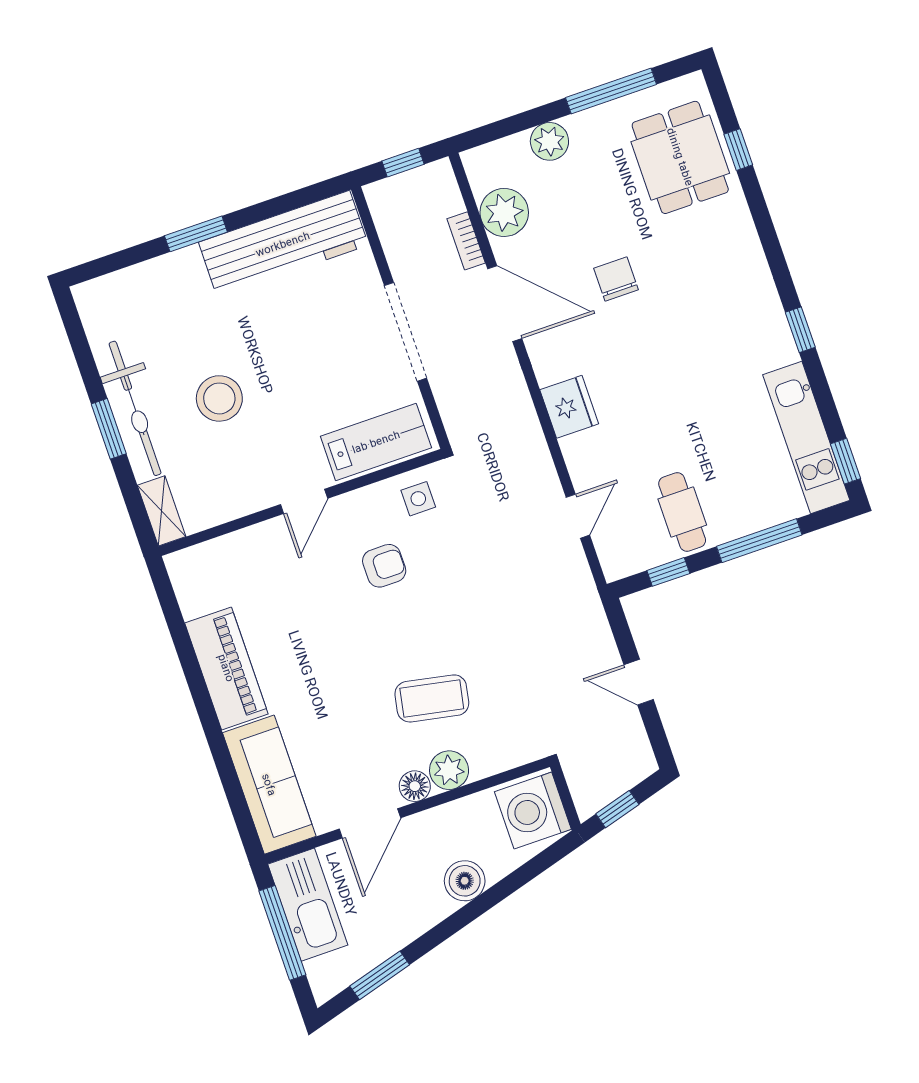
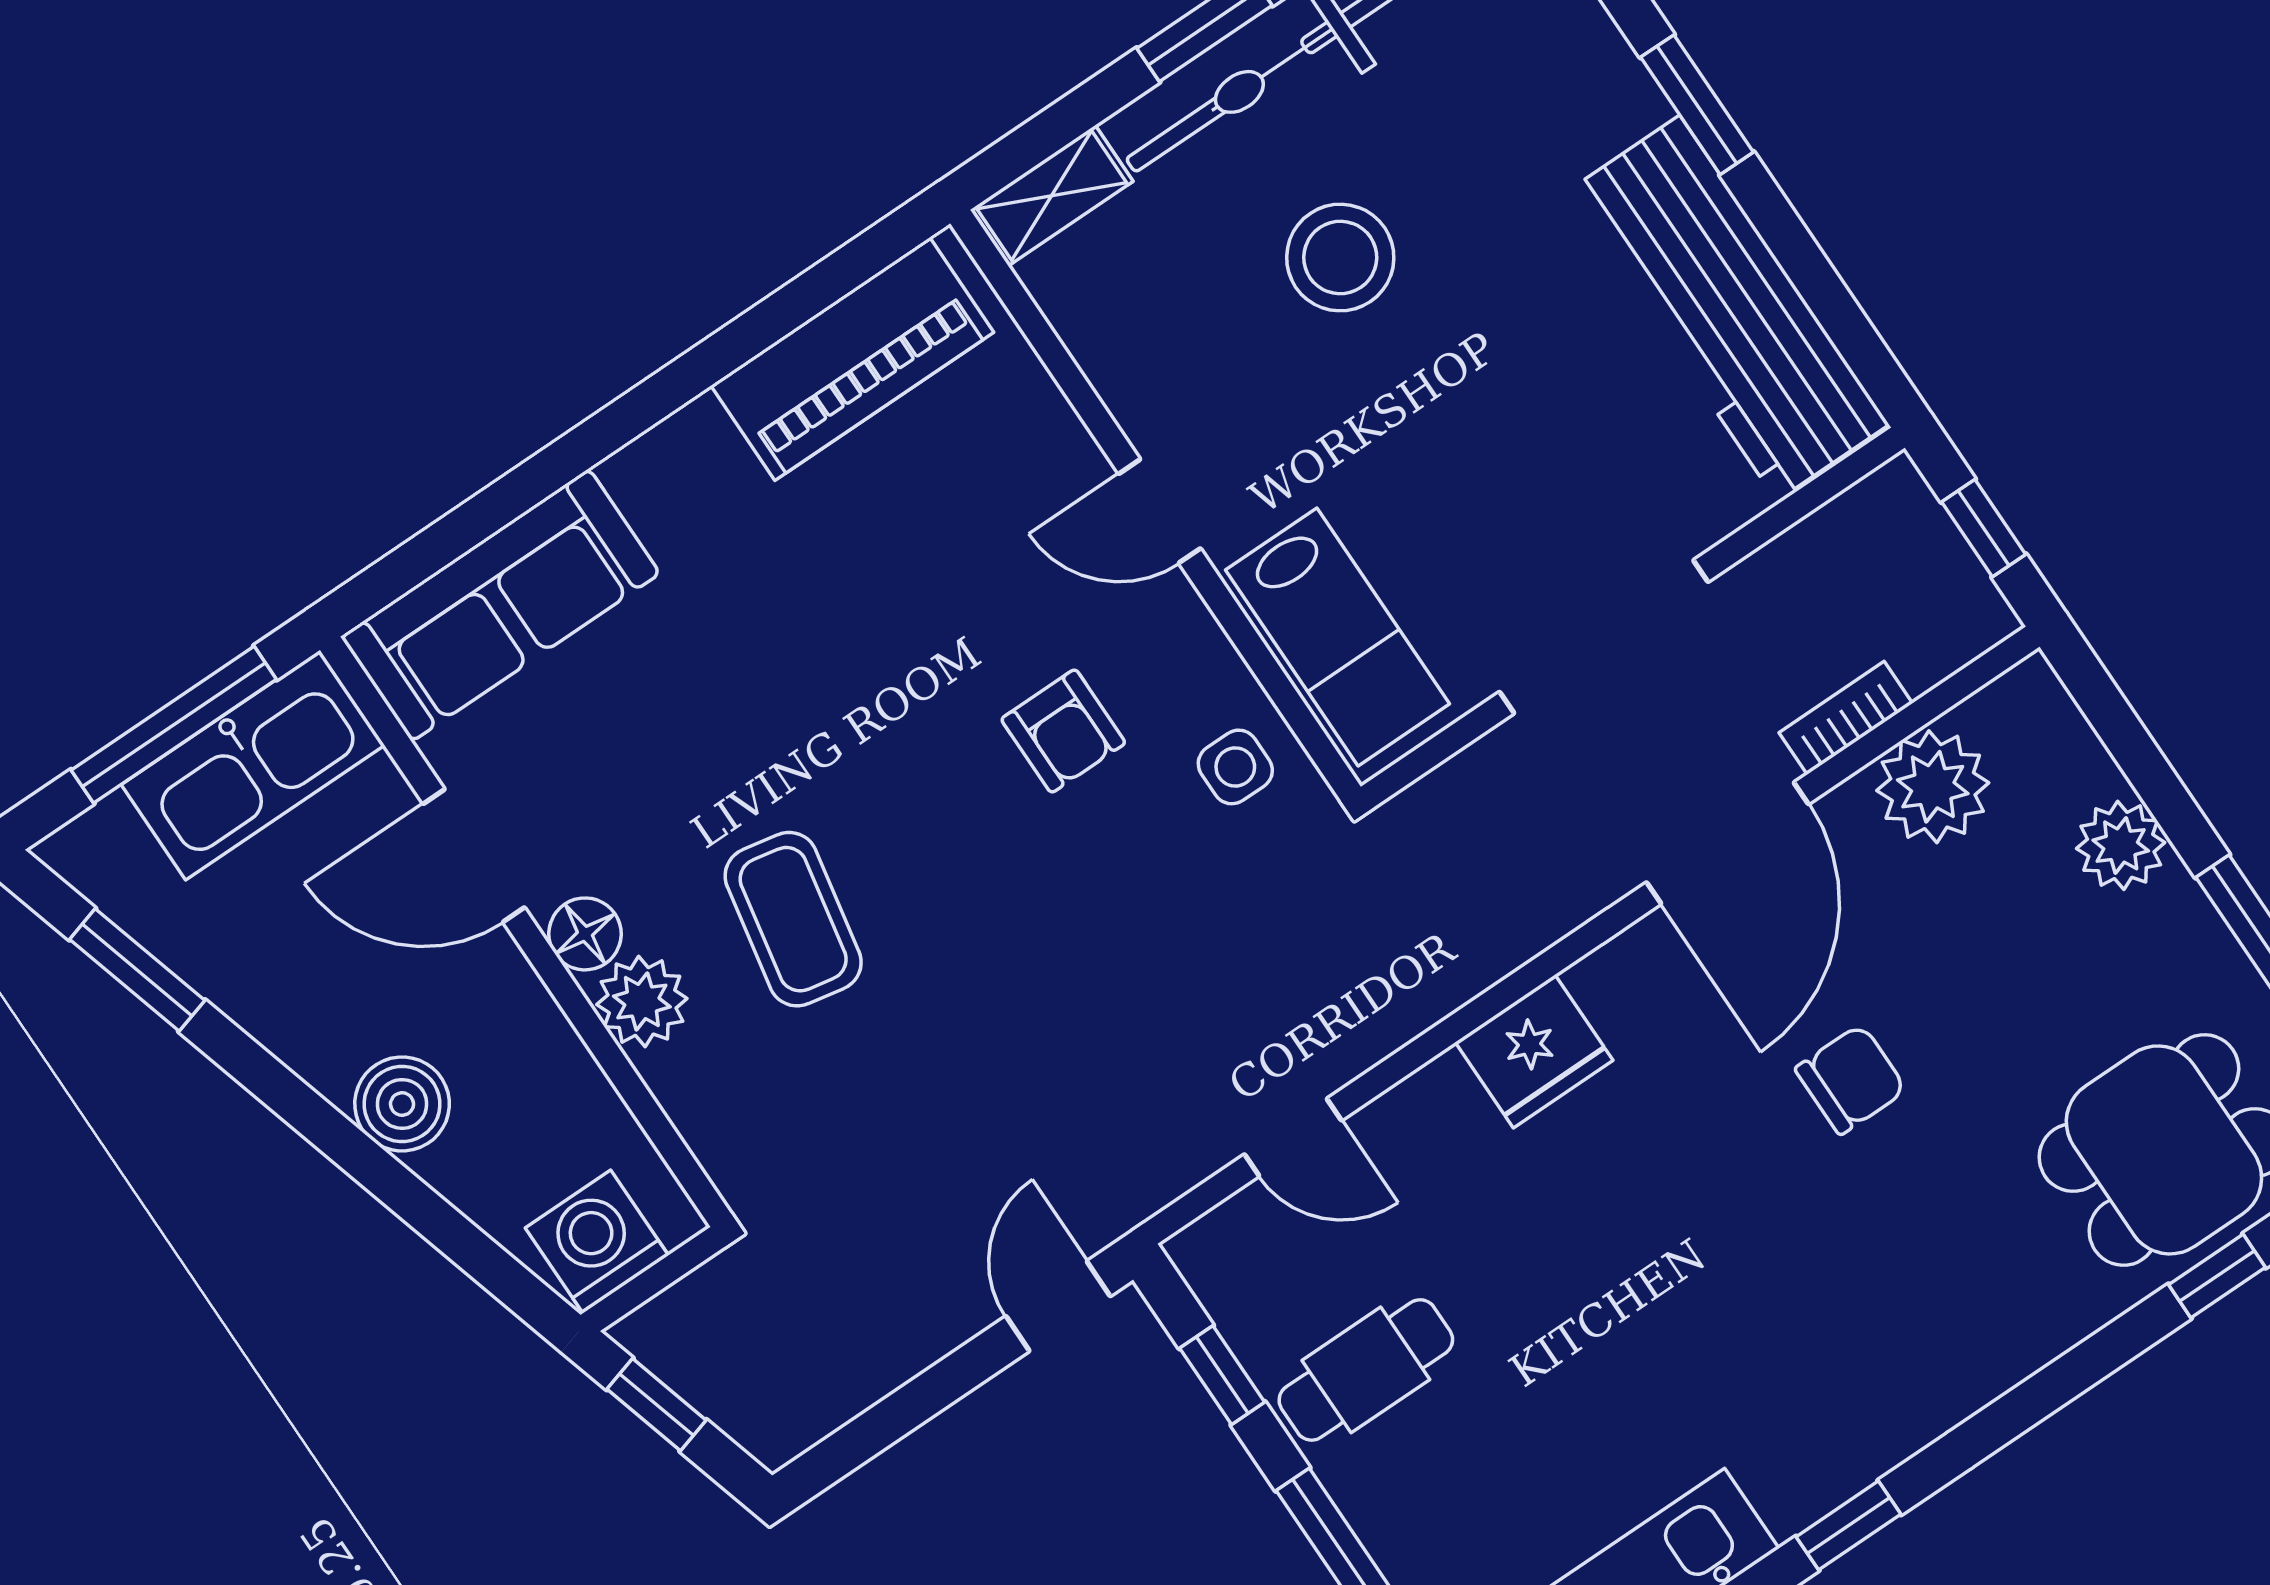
piano: (226, 668) -> (852, 359), moved
door: (639, 682) -> (1058, 1306), moved
washing machine: (533, 811) -> (597, 1242), width x0.73, depth x0.73

